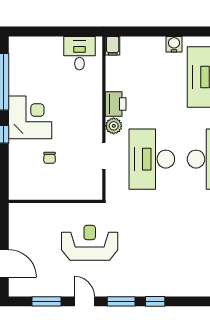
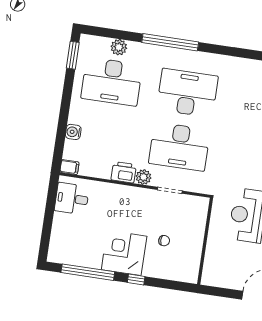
water cooler: (174, 44) -> (73, 132), moved

